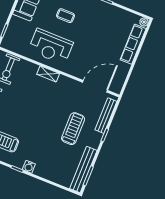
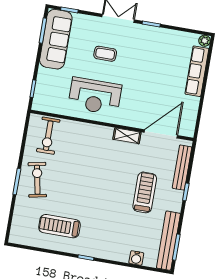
shelving: (48, 74) -> (127, 136), moved
water cooler: (29, 167) -> (136, 258), moved

